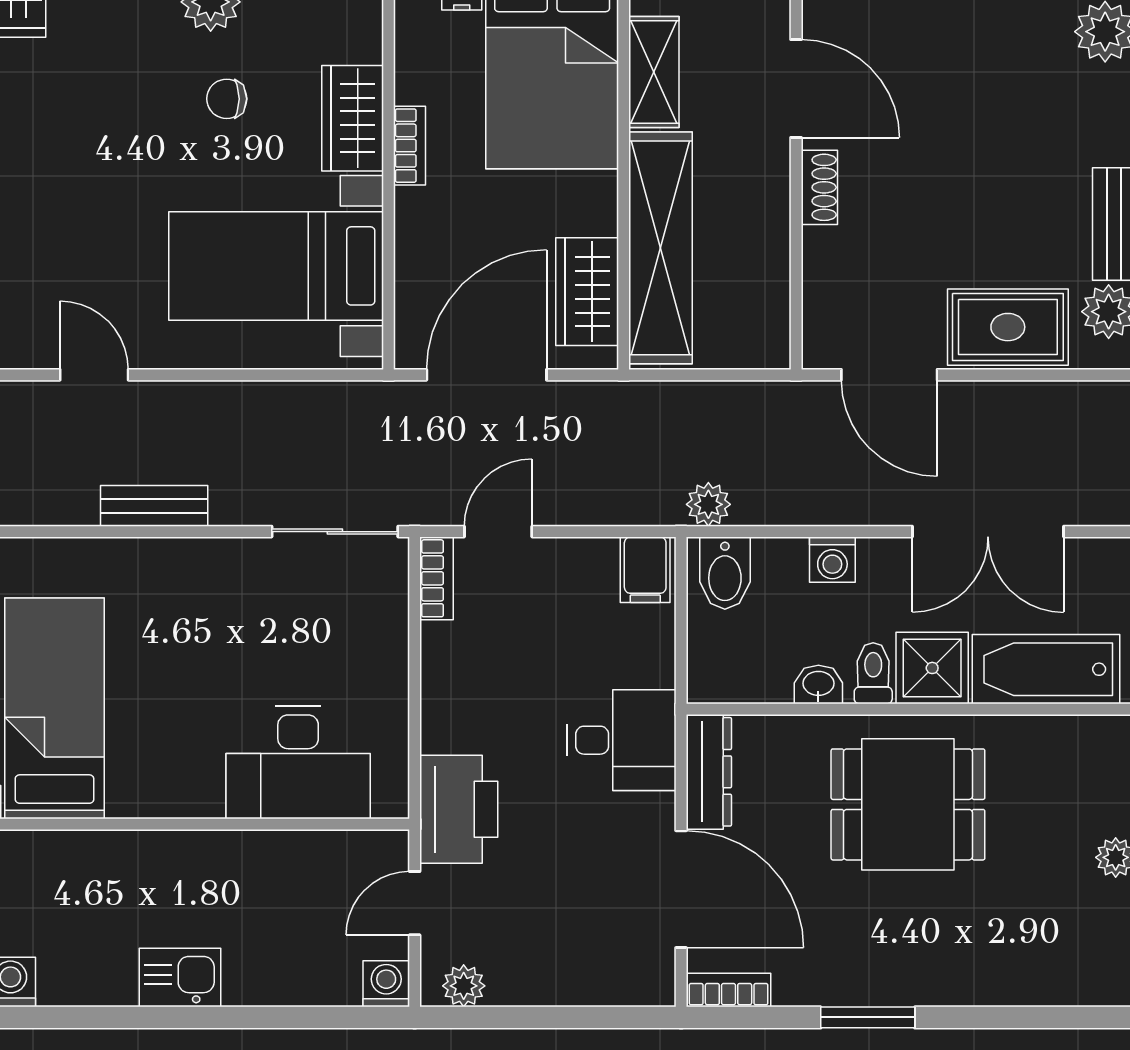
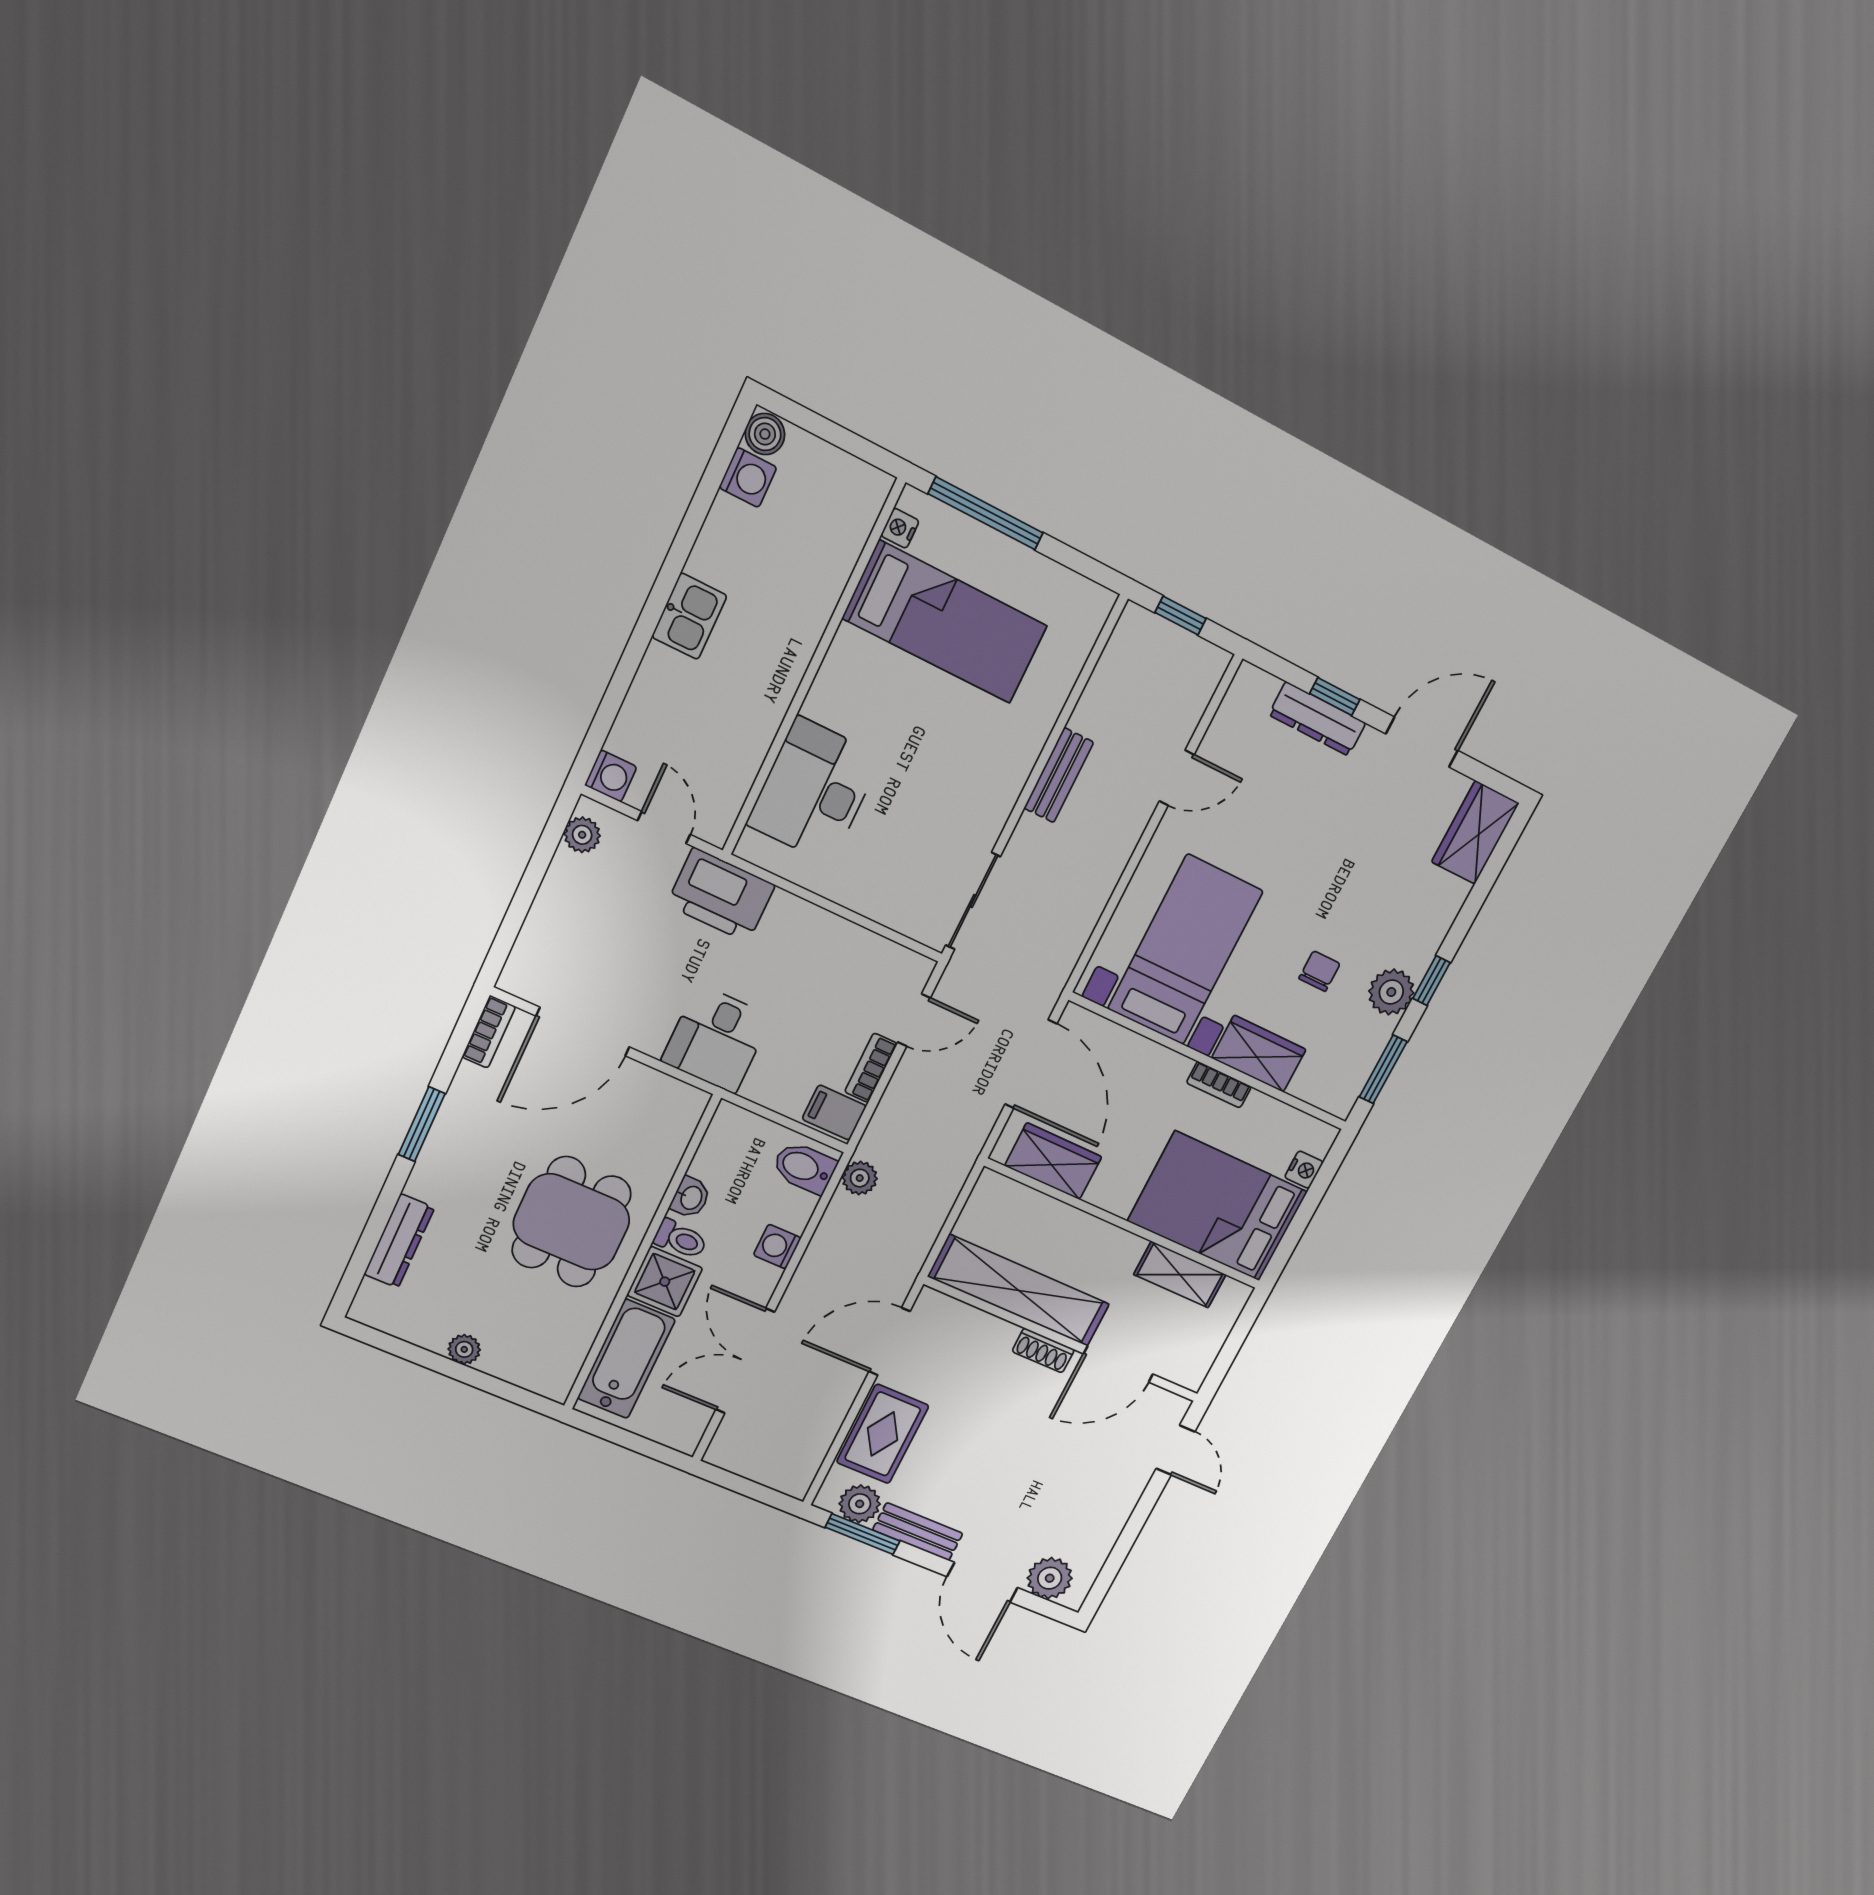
shelving: (660, 248) -> (1019, 1291), moved
door: (498, 532) -> (914, 1020), hinge flipped
bookcase: (436, 578) -> (871, 1068), moved, turned 90
dresser: (709, 772) -> (399, 1241), moved, turned -90

